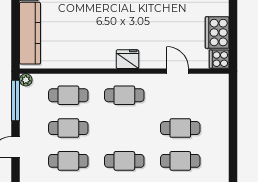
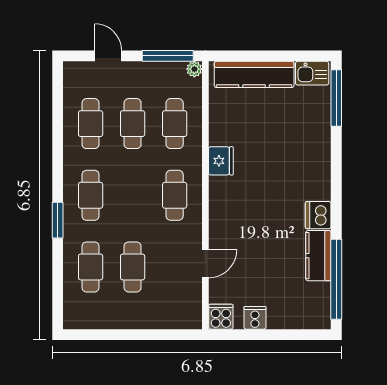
cooker: (217, 33) -> (255, 318), width x0.53, depth x0.76
fridge: (127, 59) -> (221, 161), moved

